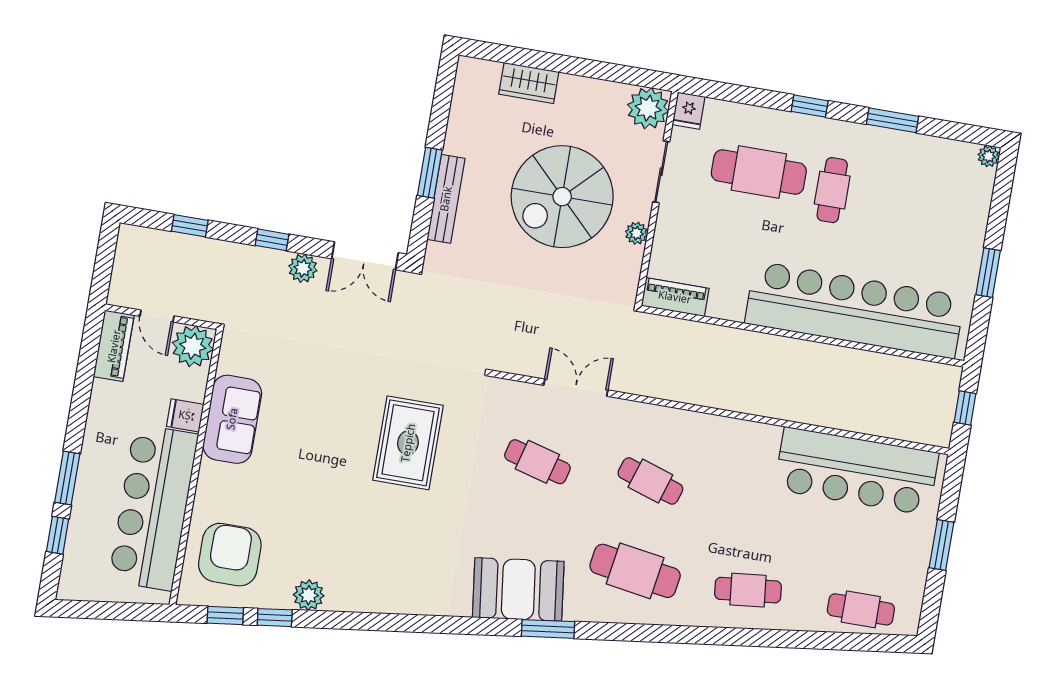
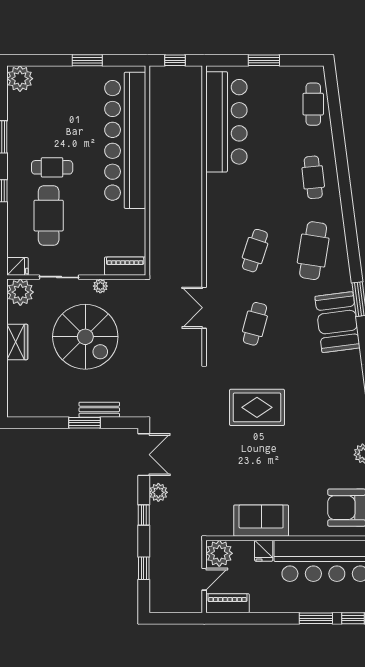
wardrobe: (529, 83) -> (17, 342), moved
plant: (989, 156) -> (20, 79), width x1.87, depth x1.87
bench: (446, 199) -> (99, 410), width x0.73
piano: (675, 297) -> (125, 266), moved, turned 90

